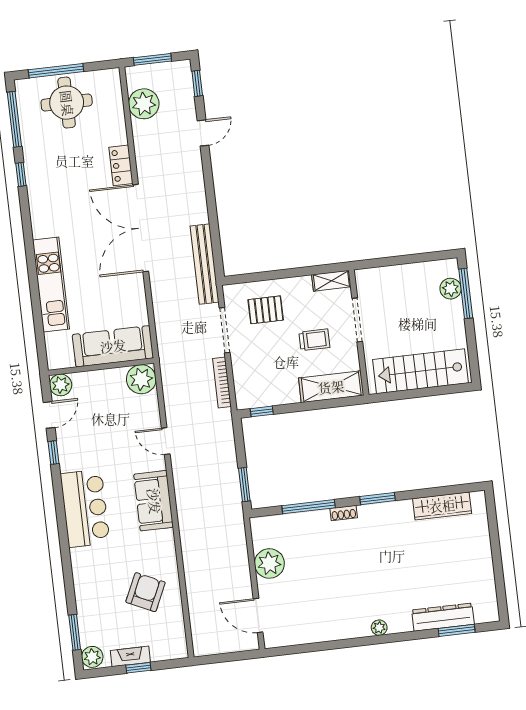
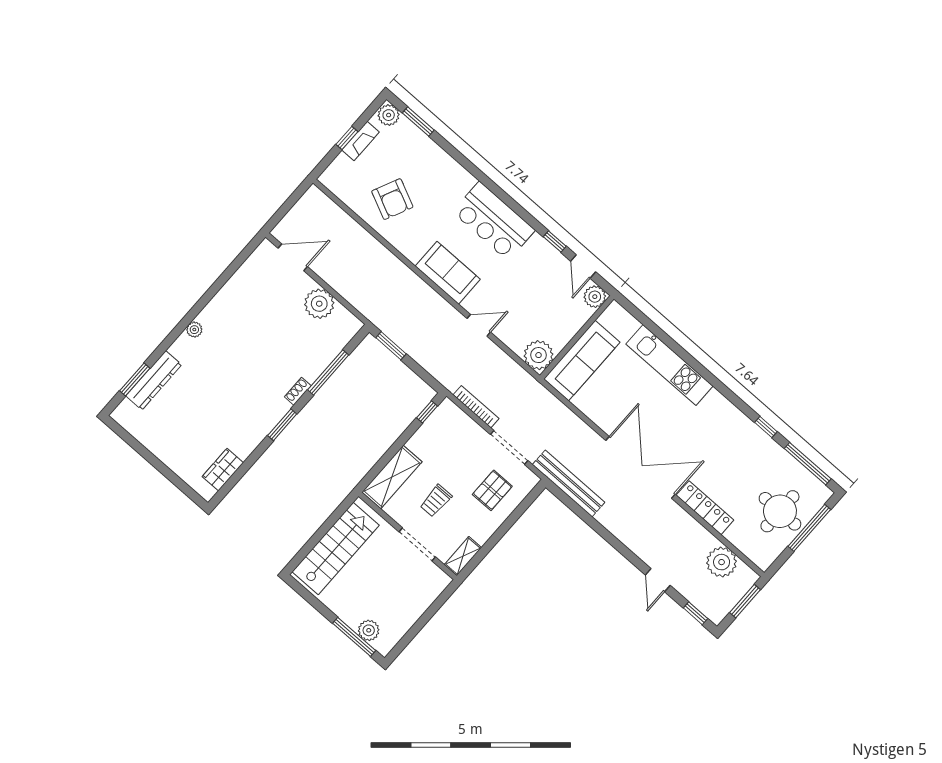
locker: (121, 165) -> (705, 508), width x1.53
wardrobe: (442, 506) -> (223, 470), width x0.67

